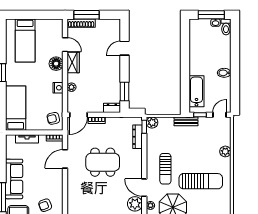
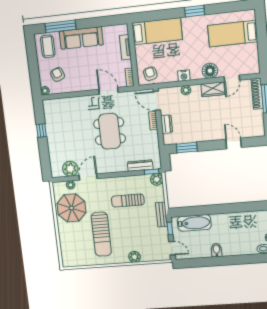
dresser: (112, 108) -> (167, 124), moved
sun lounger: (165, 169) -> (128, 201), moved

